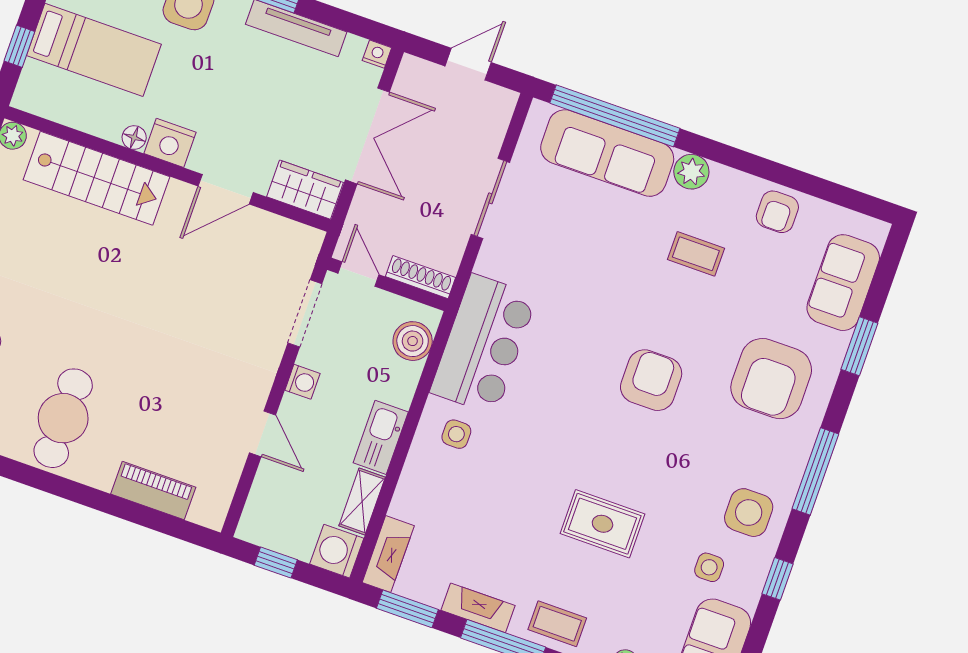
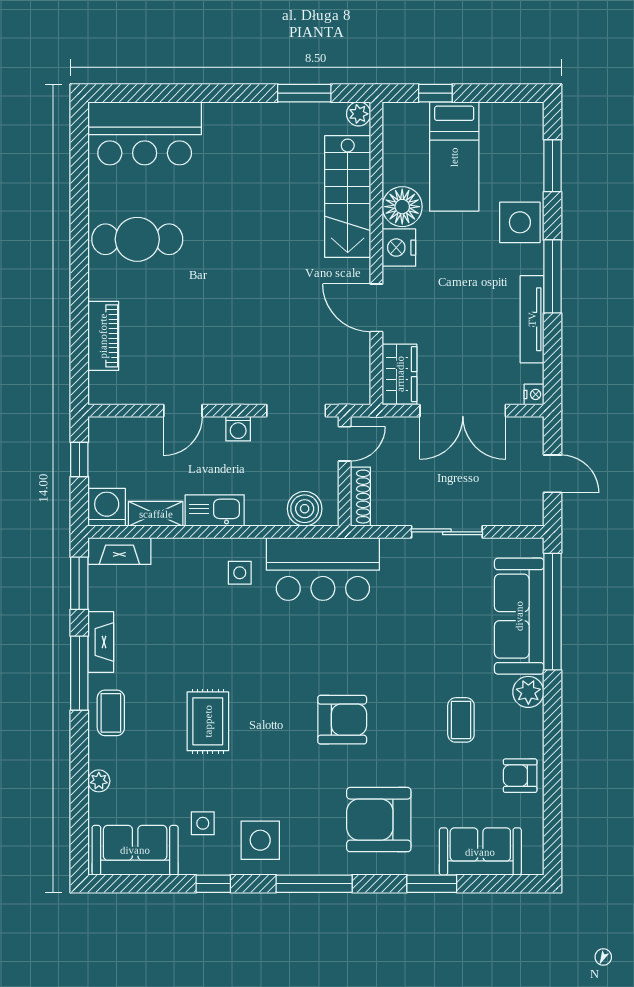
floor lamp: (134, 138) -> (402, 207), width x1.89, depth x1.89

